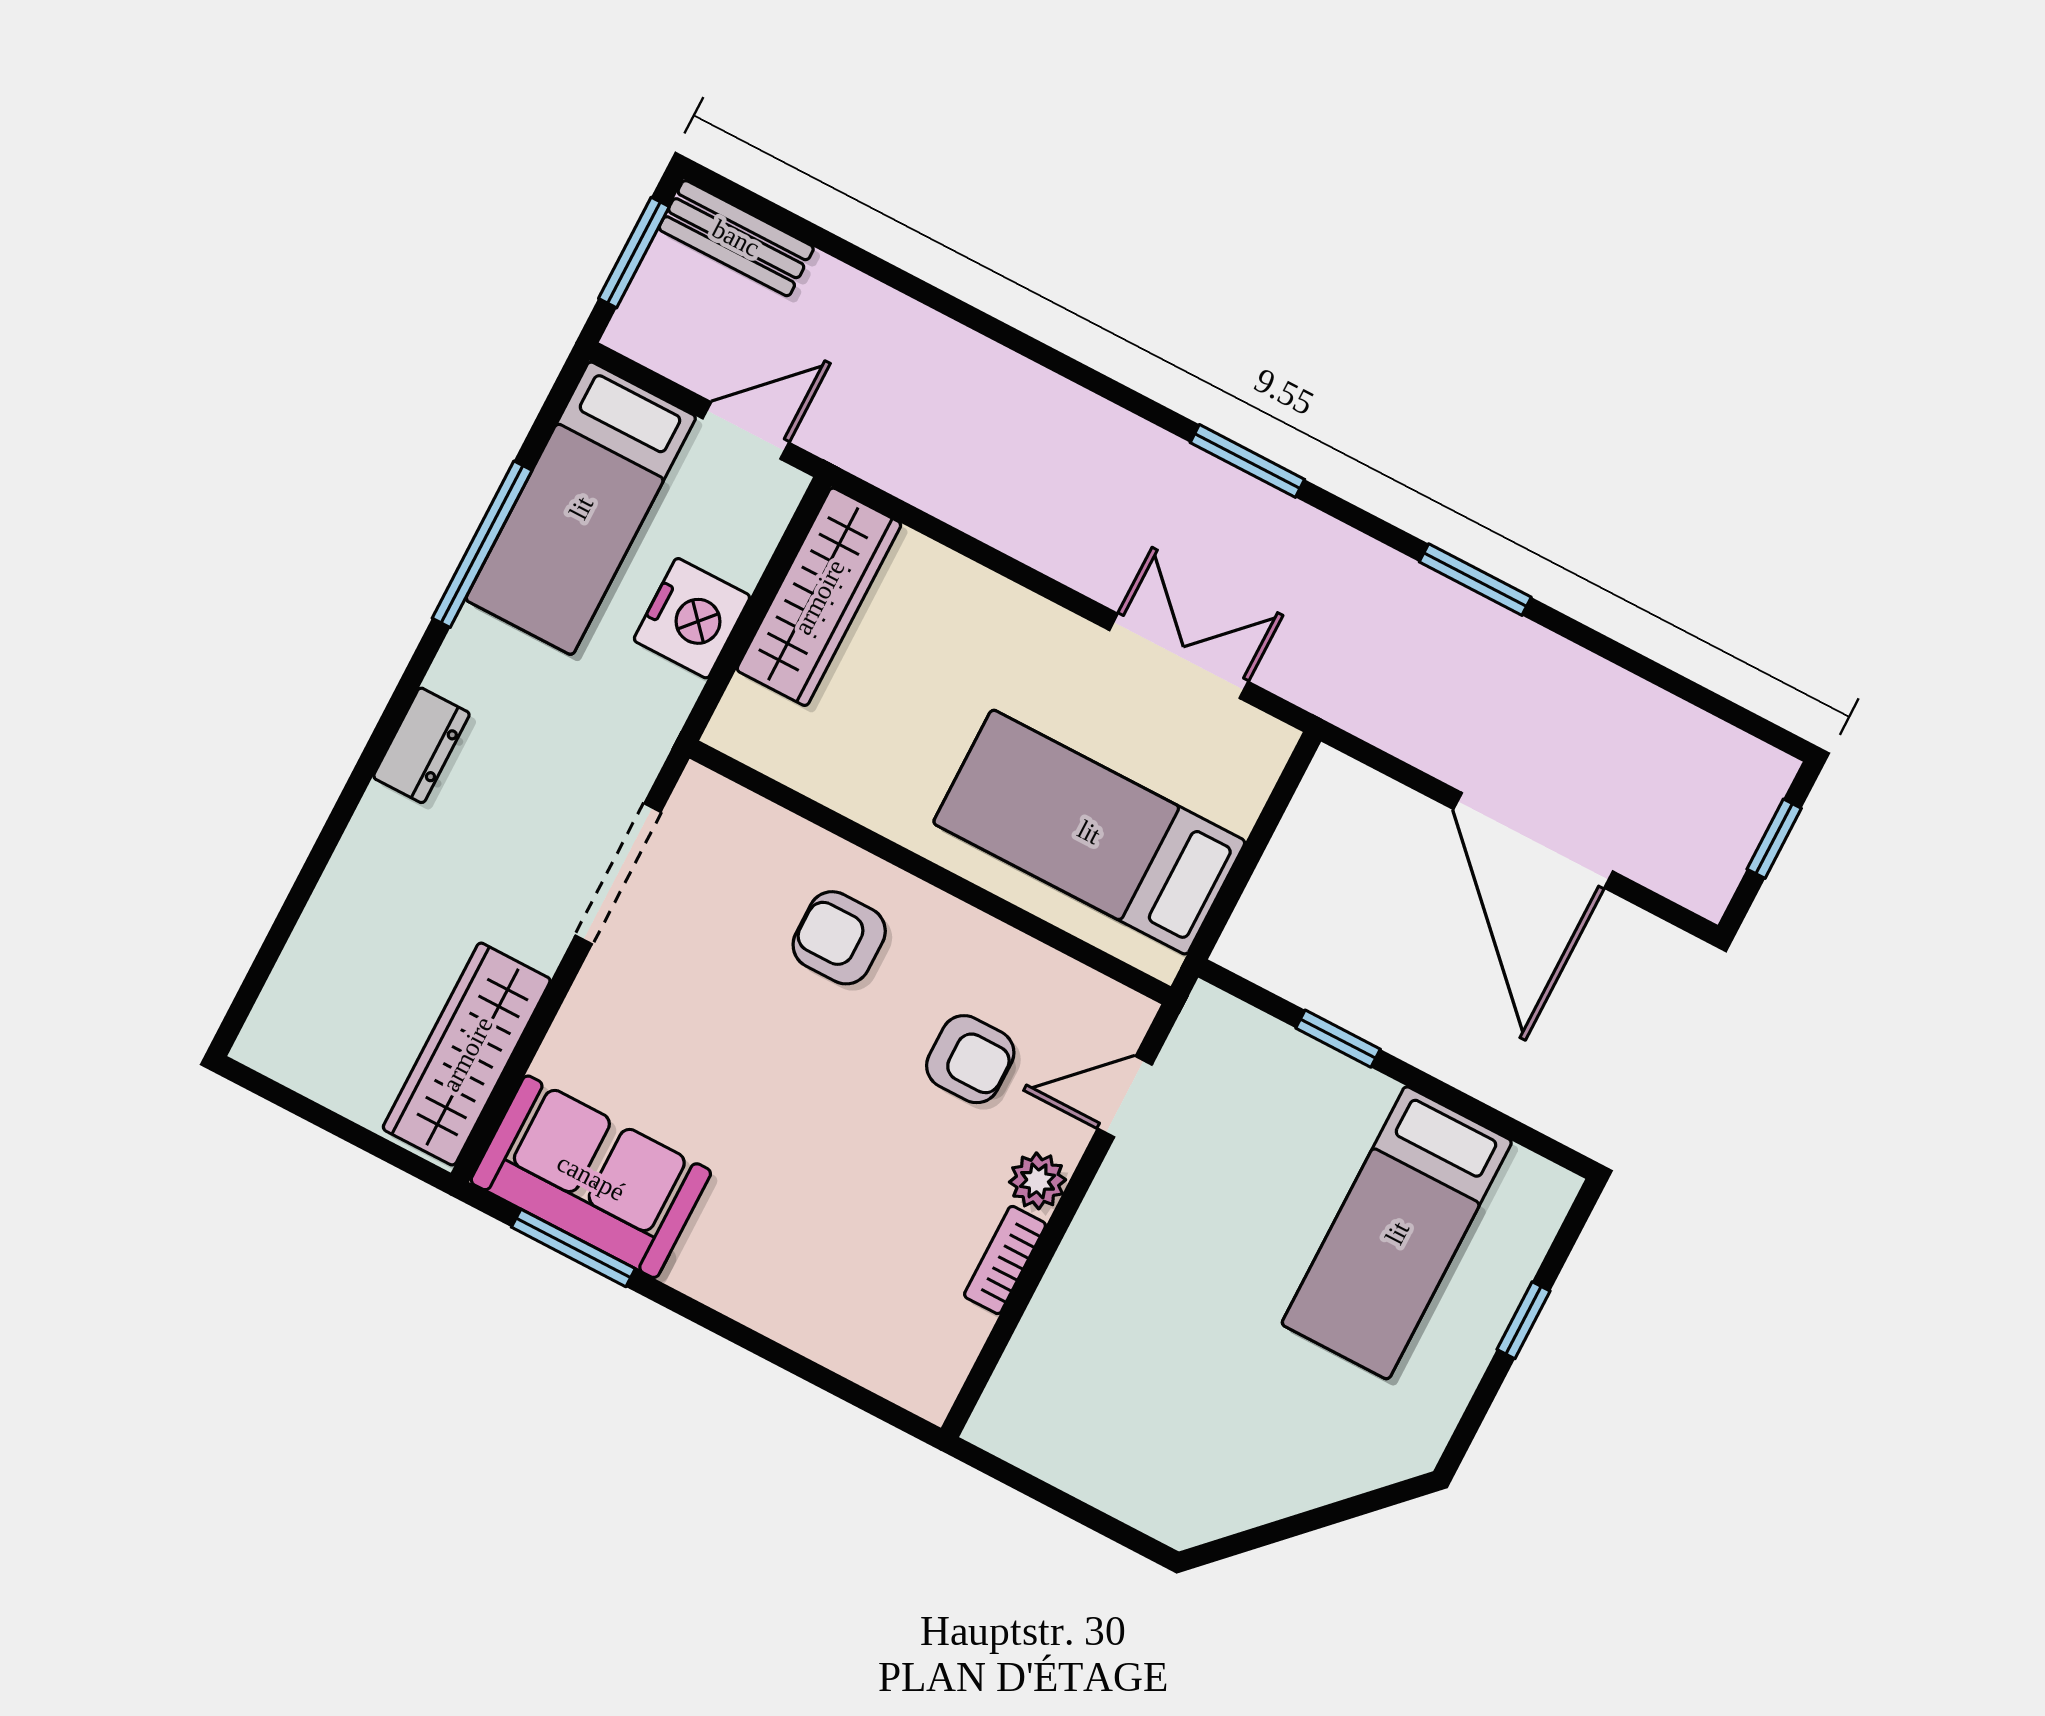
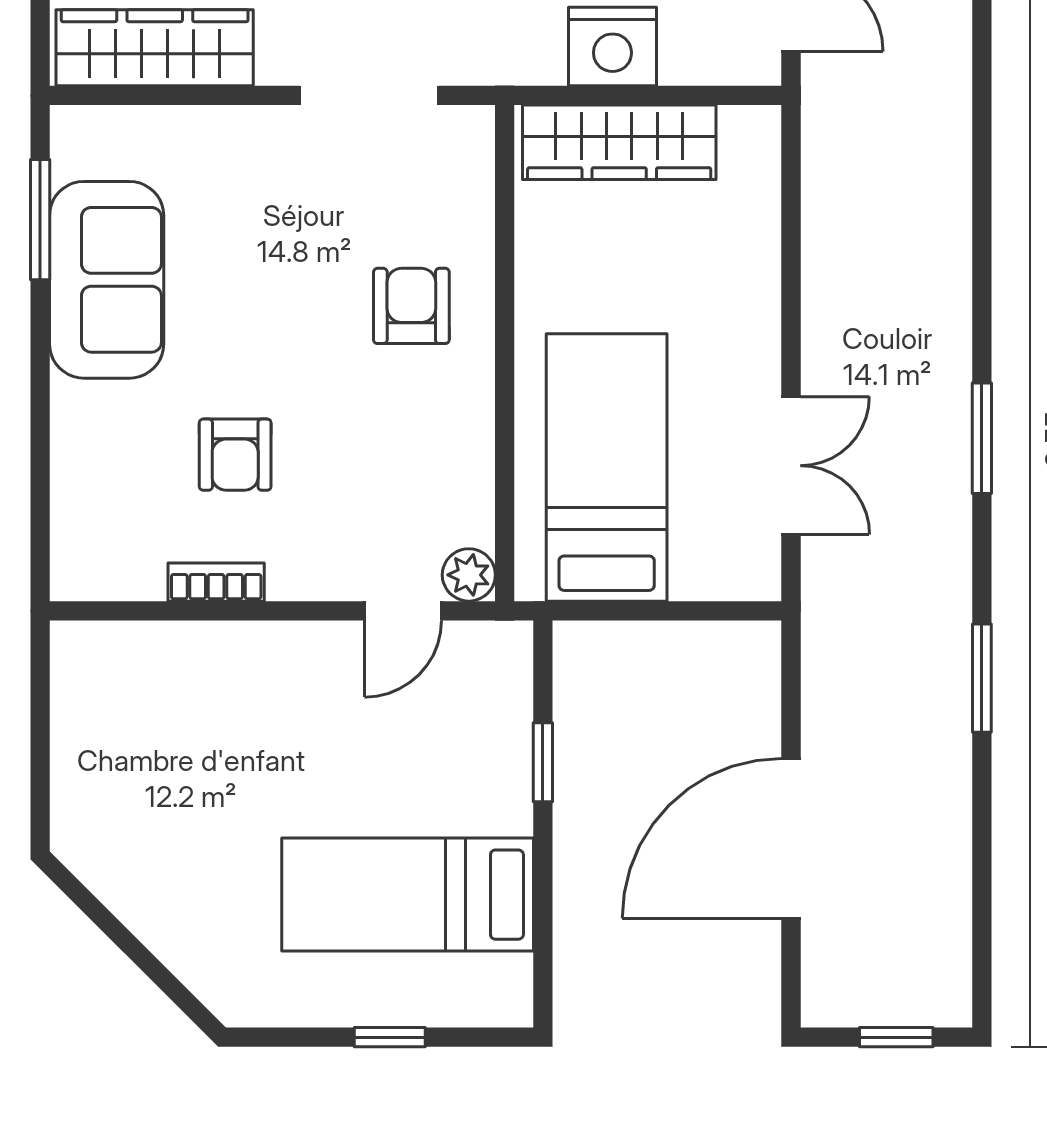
wardrobe: (819, 597) -> (619, 142), moved
armchair: (970, 1059) -> (235, 455), moved
door: (1125, 1097) -> (403, 611), swing flipped
sofa: (591, 1177) -> (107, 280), moved
plant: (1038, 1181) -> (469, 575), moved

